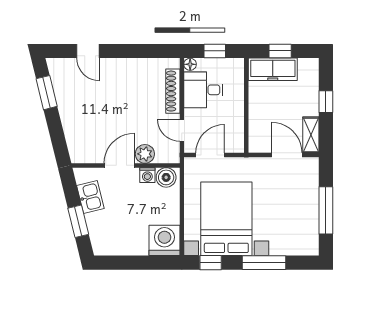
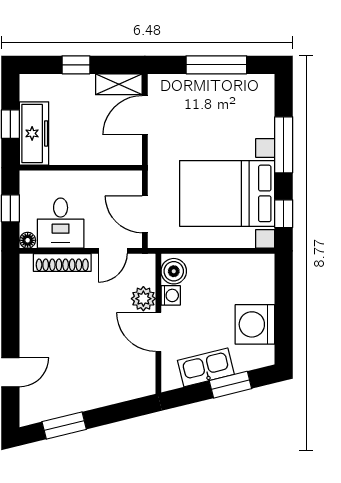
kitchen sink: (90, 197) -> (206, 367), width x1.38
washing machine: (164, 240) -> (255, 324), moved

